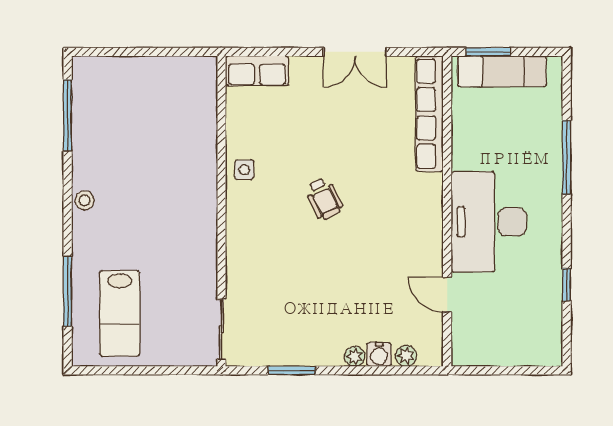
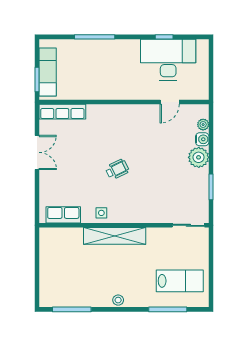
row of seats: (257, 71) -> (63, 215), moved, turned -90
row of seats: (429, 114) -> (62, 112), width x0.73
shelving: (202, 194) -> (115, 236), added
desk: (489, 222) -> (168, 60), moved, turned 180
plant: (355, 356) -> (199, 157), width x1.87, depth x1.87

